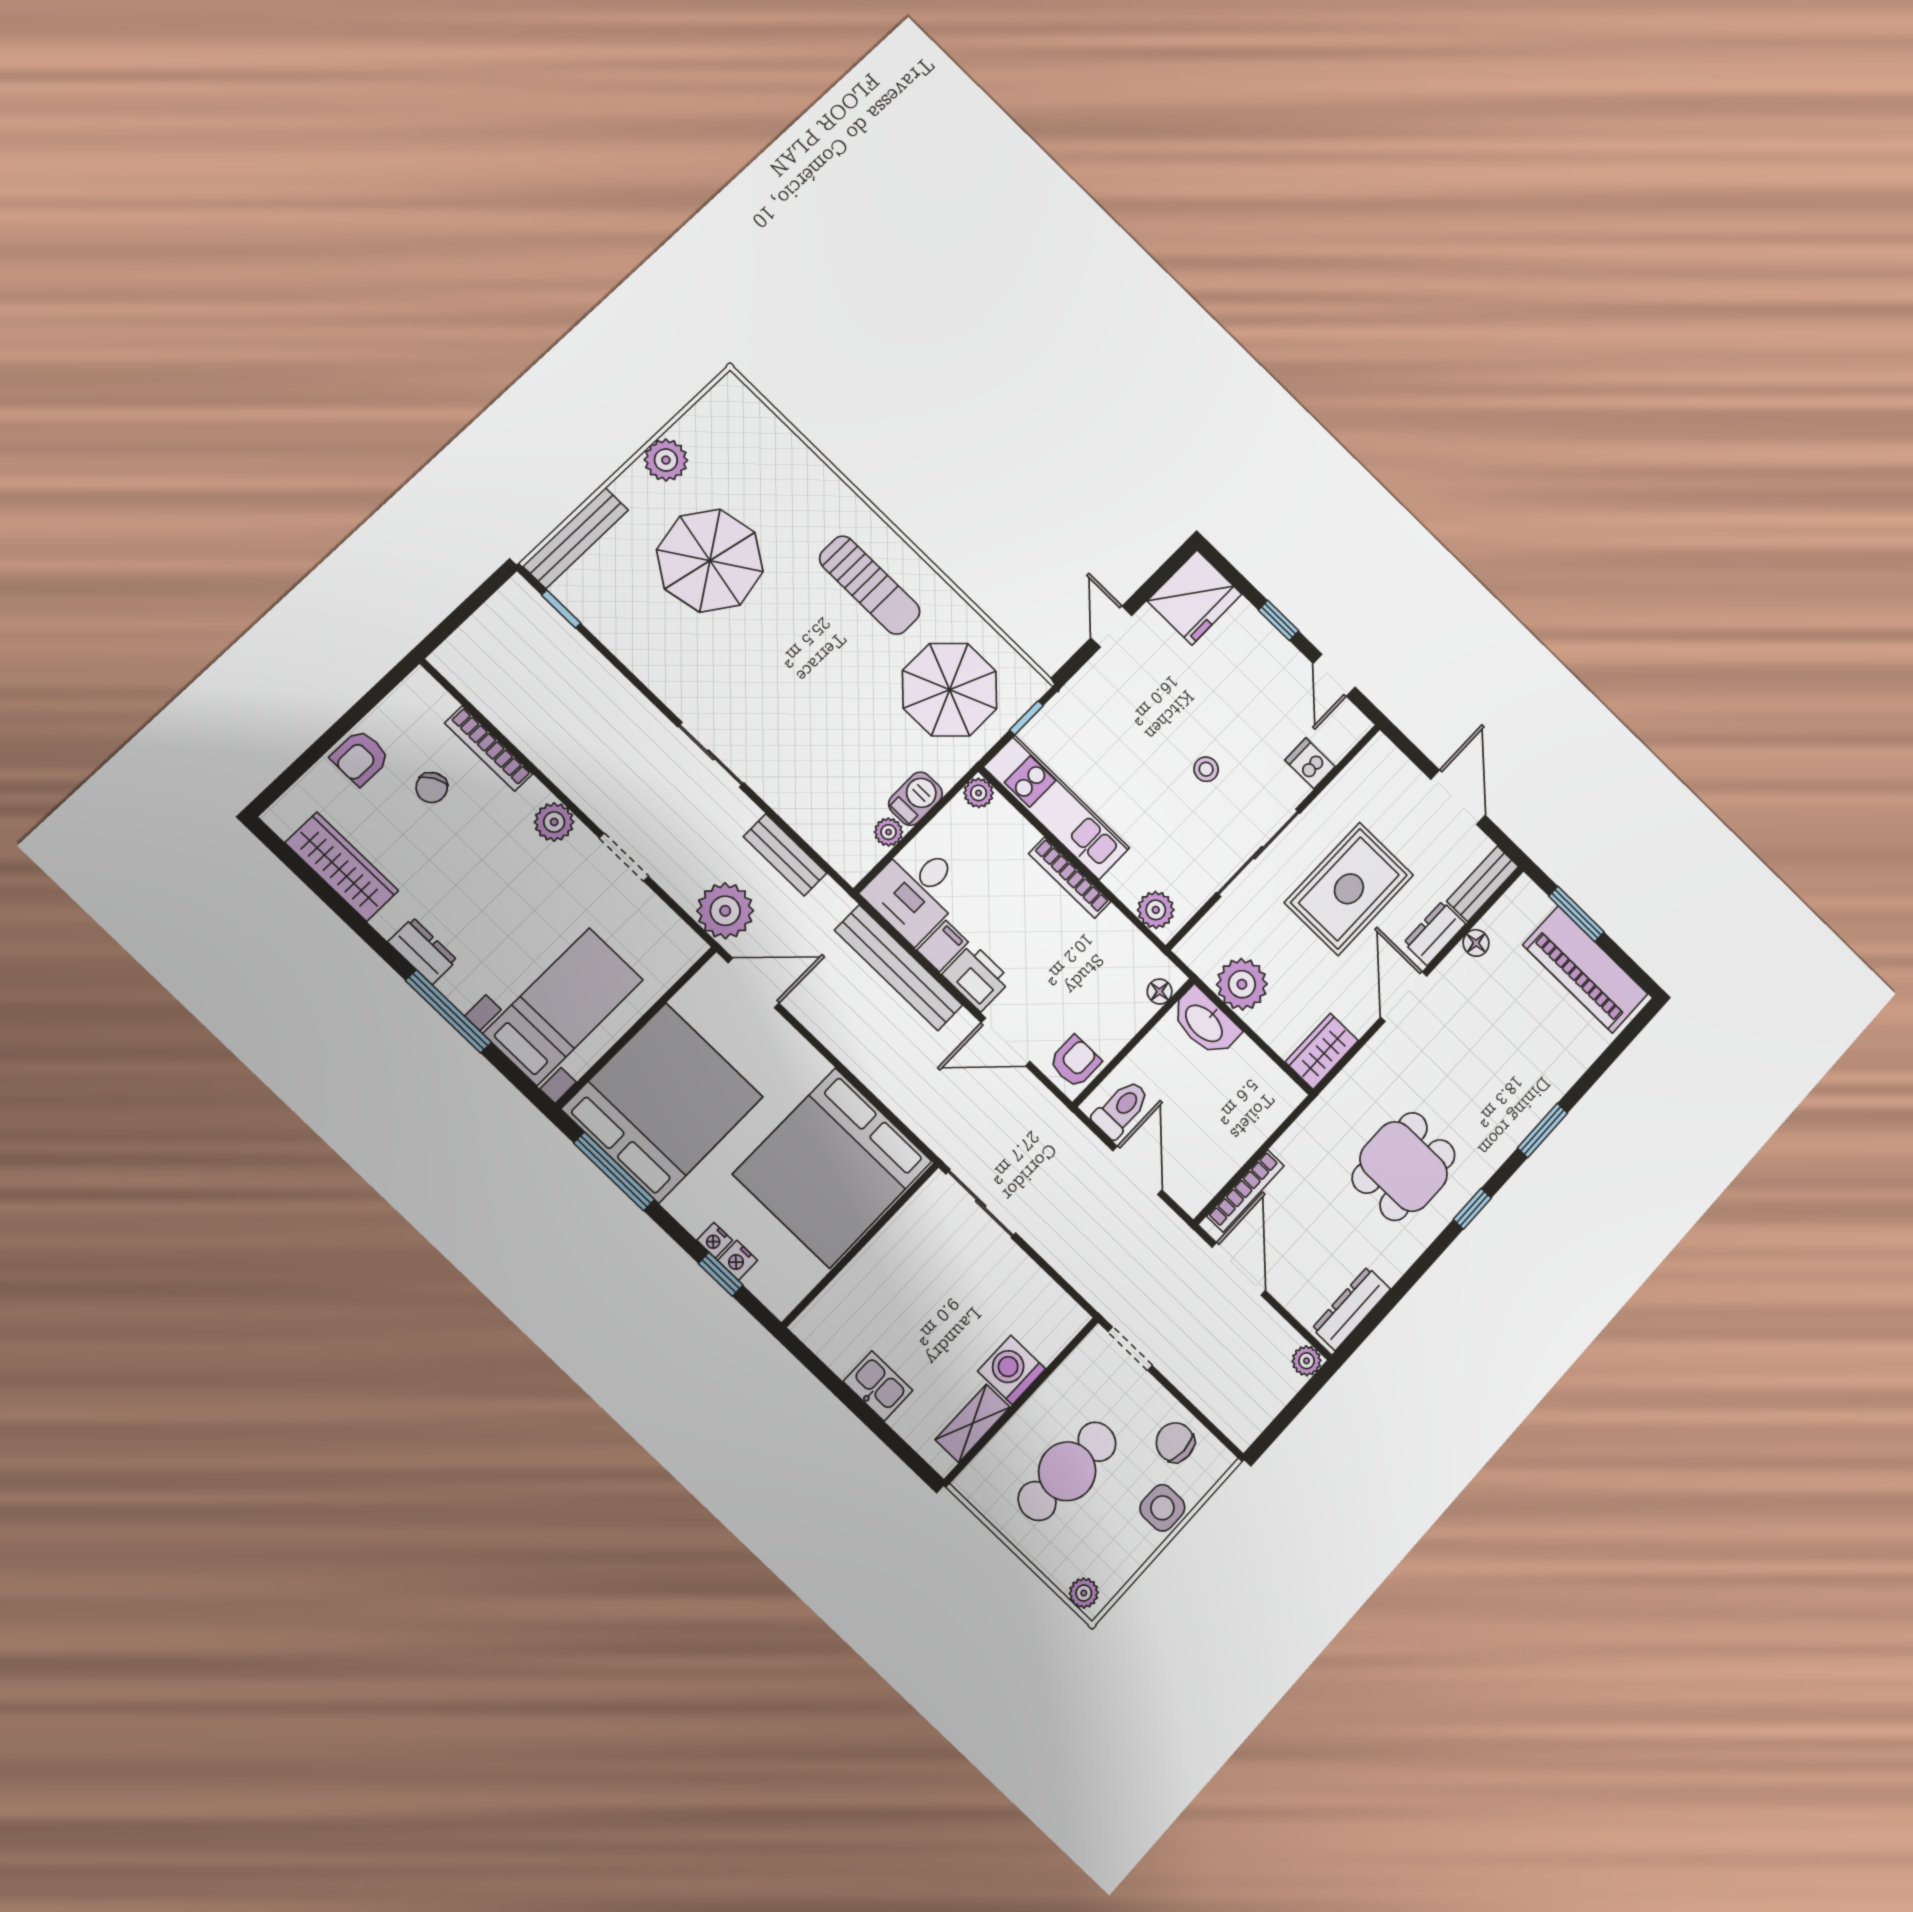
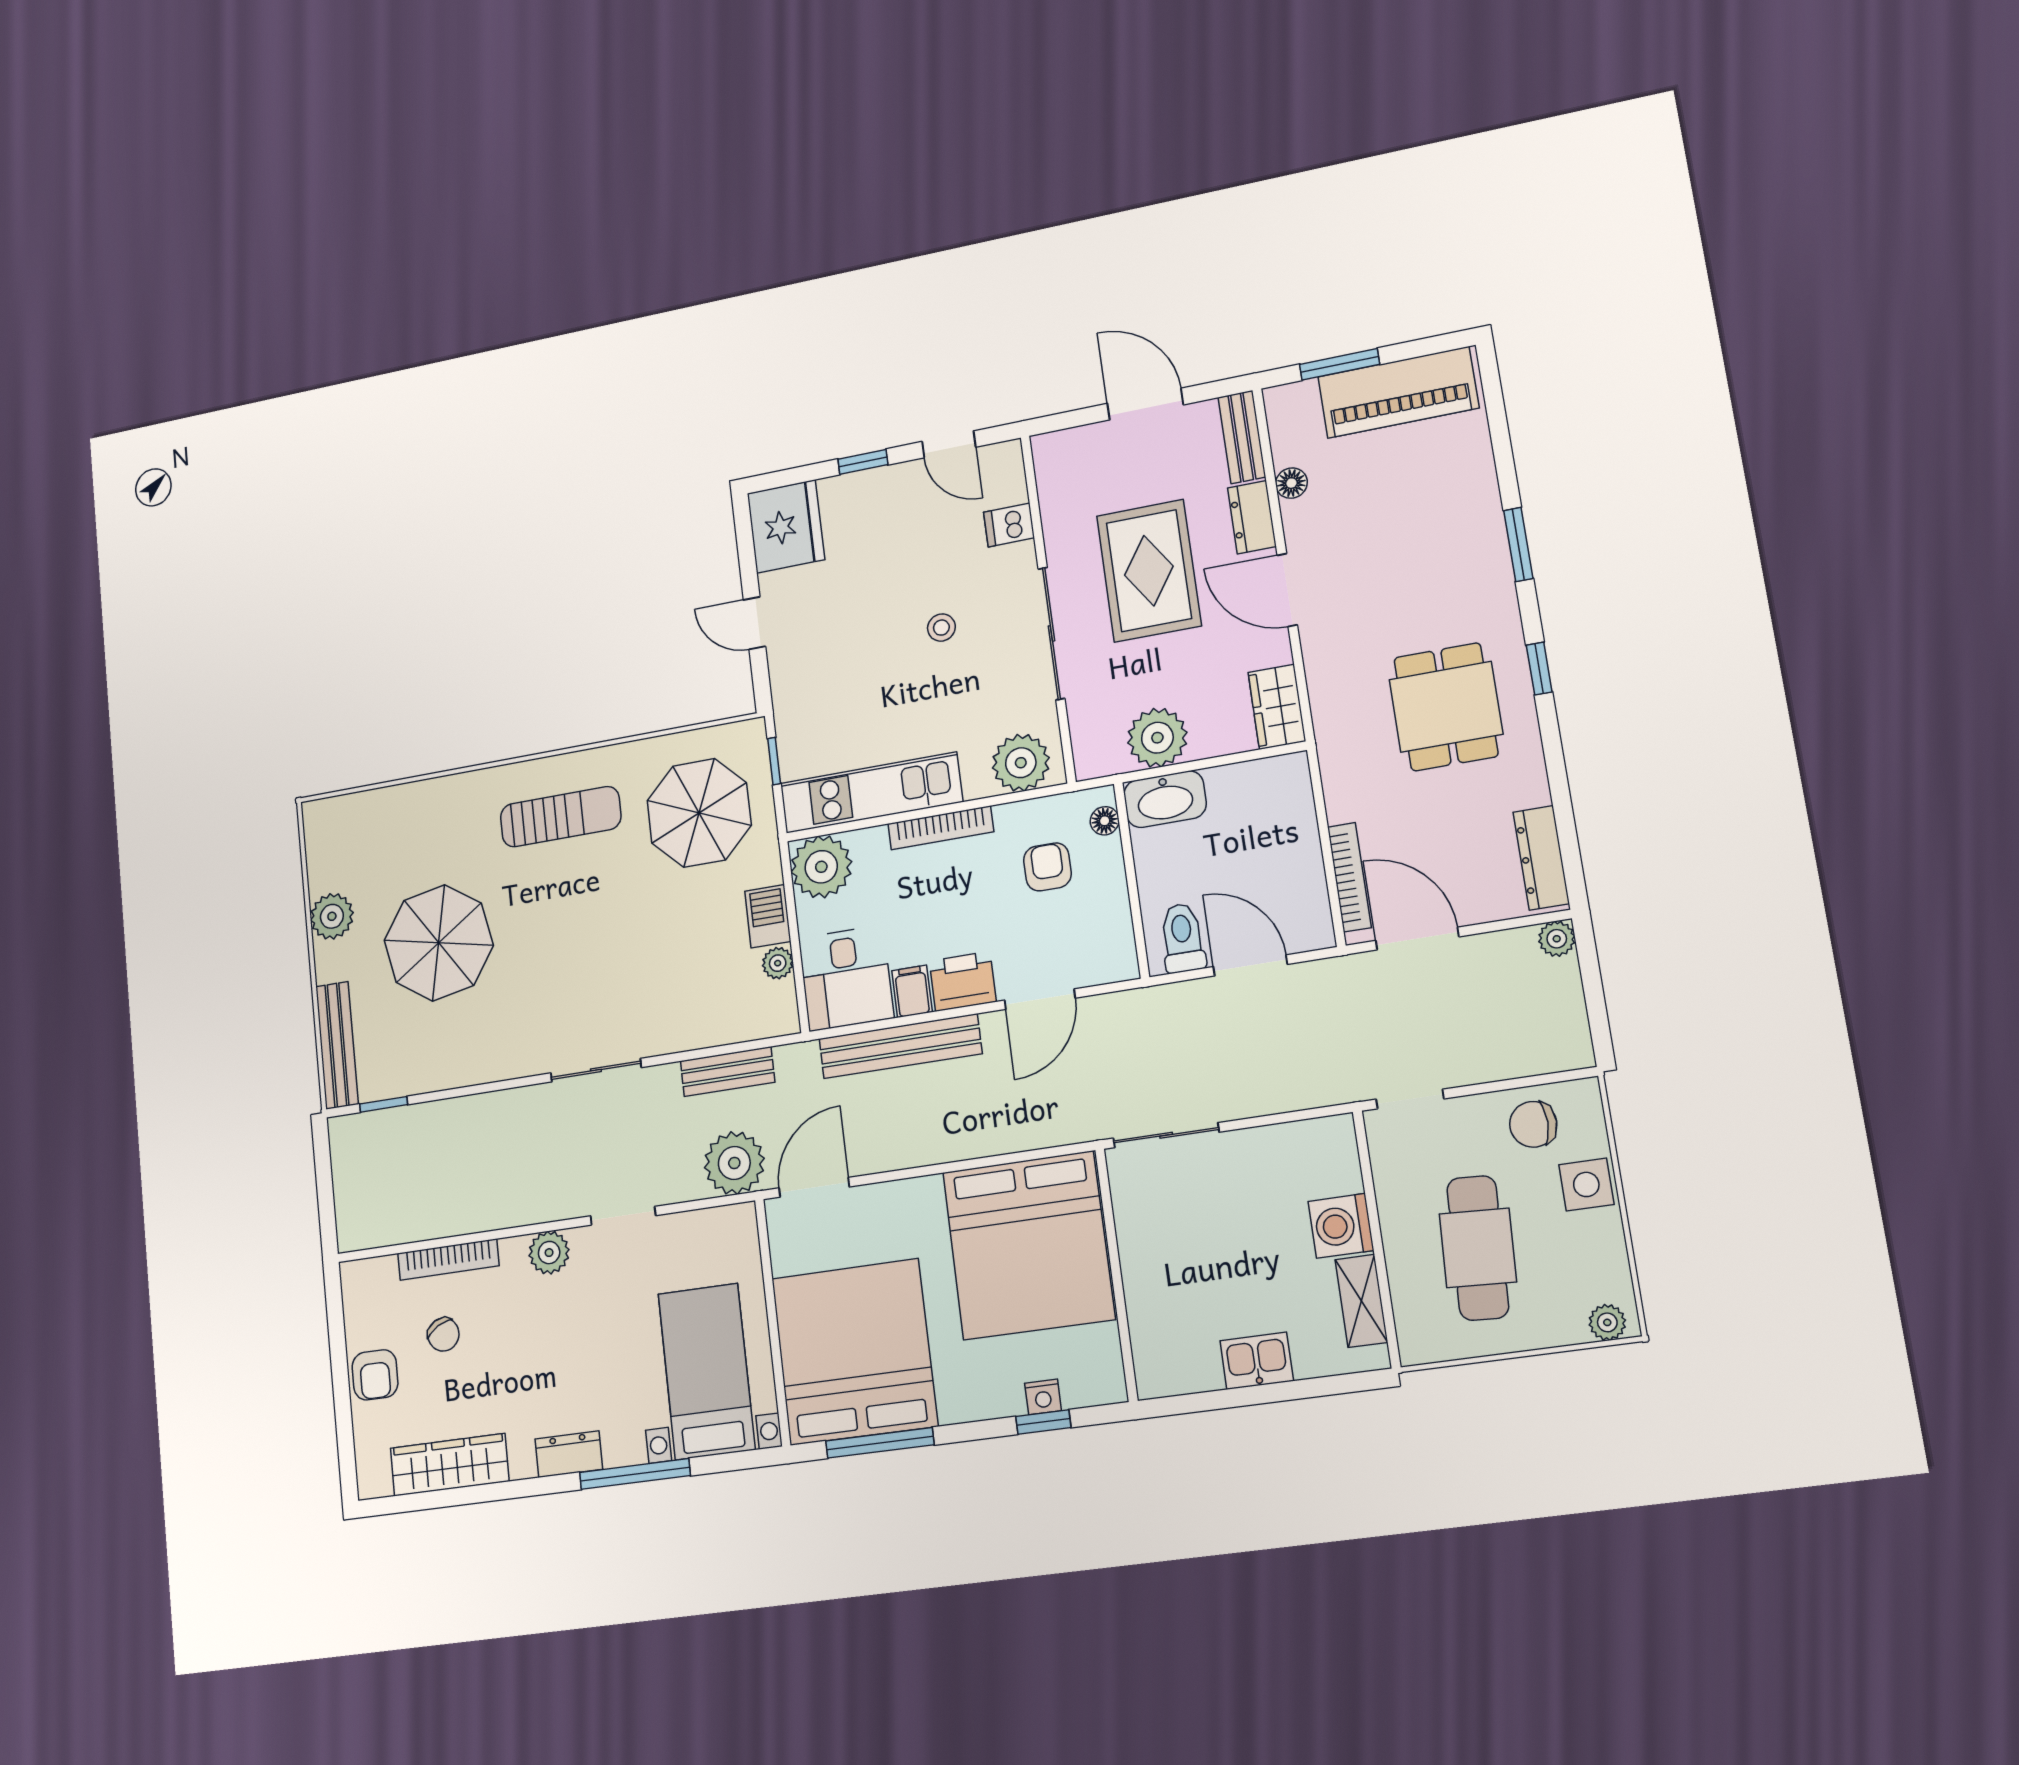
plant: (979, 793) -> (821, 867), width x1.88, depth x1.88
plant: (1156, 910) -> (1021, 763), width x1.36, depth x1.36
armchair: (1075, 1062) -> (1047, 867), moved
nightstand: (715, 1240) -> (1009, 1403), removed

